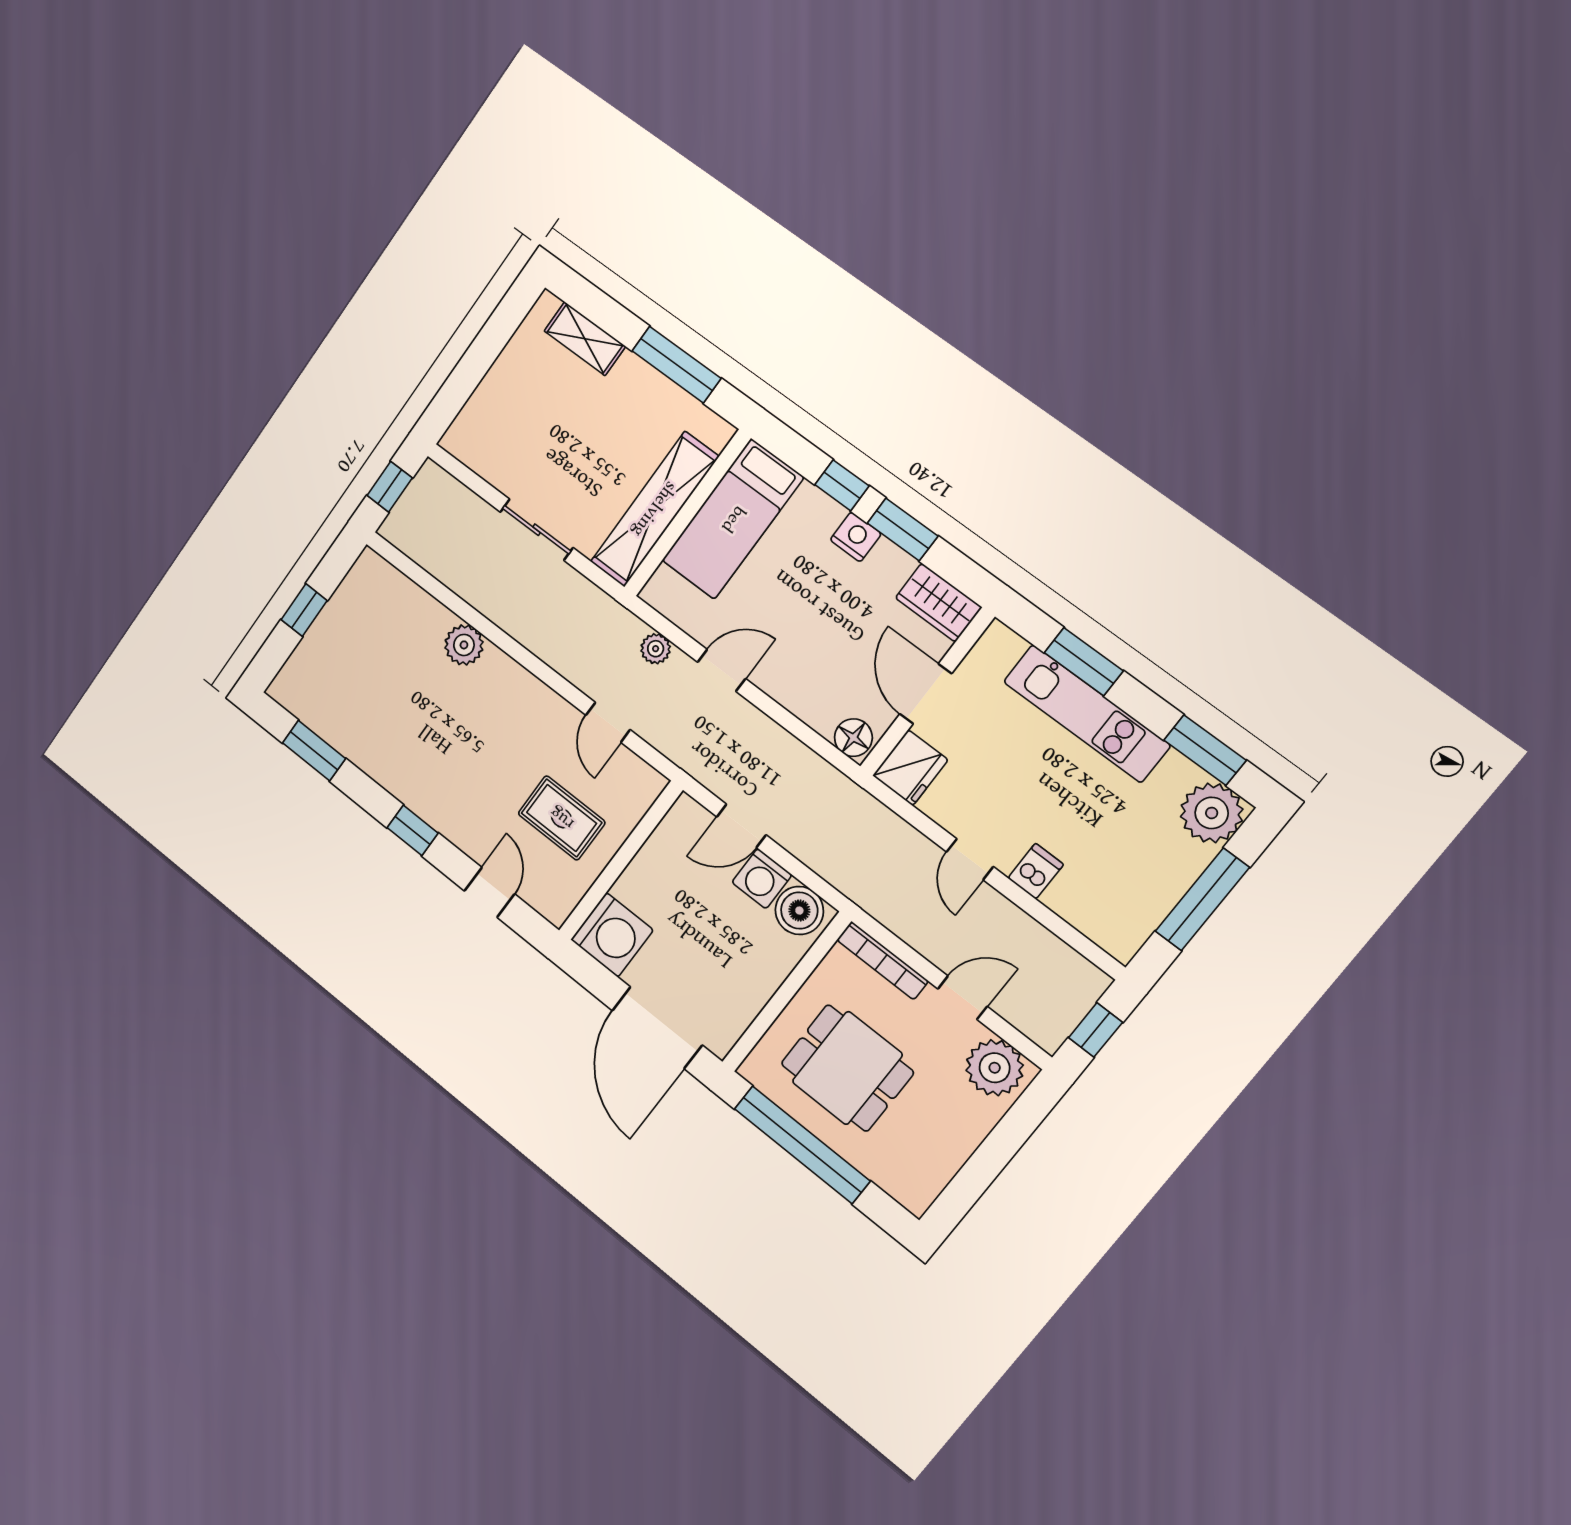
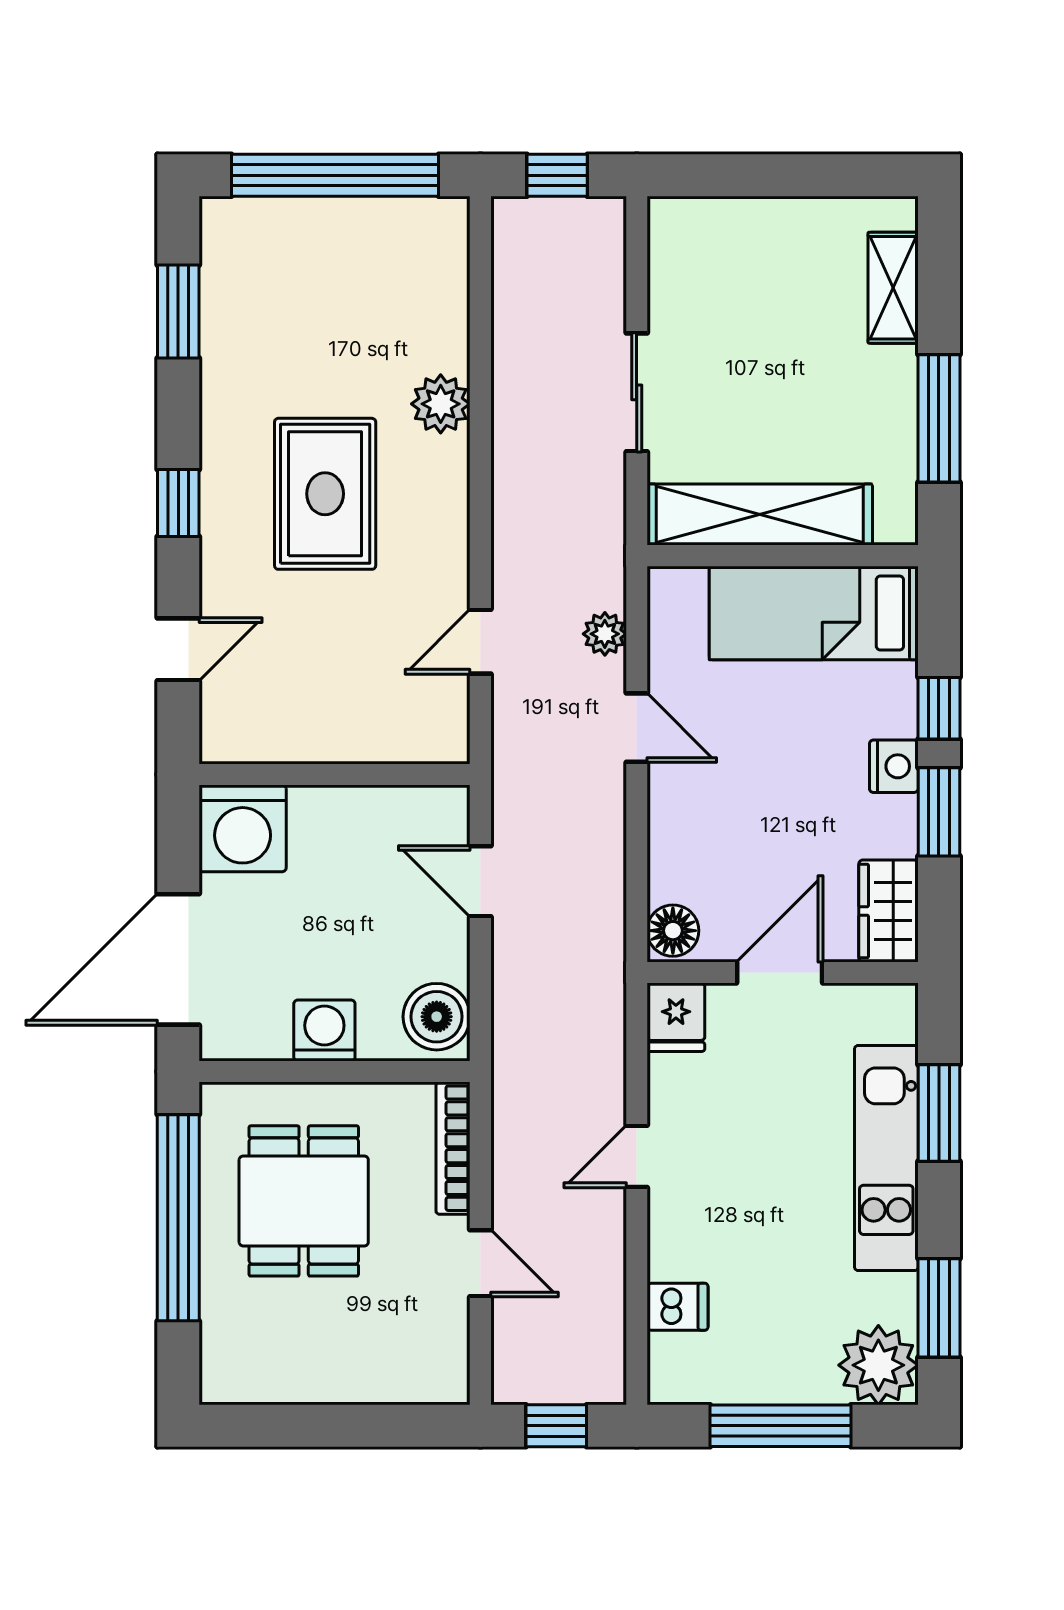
window: (304, 610) -> (335, 175), width x3.17
fridge: (910, 768) -> (676, 1017), width x0.72
rug: (562, 818) -> (325, 494), moved, width x1.36, depth x1.43
dishwasher: (1036, 871) -> (677, 1307), moved
washing machine: (762, 879) -> (324, 1030), moved, turned 90
plant: (995, 1068) -> (431, 1355), removed

